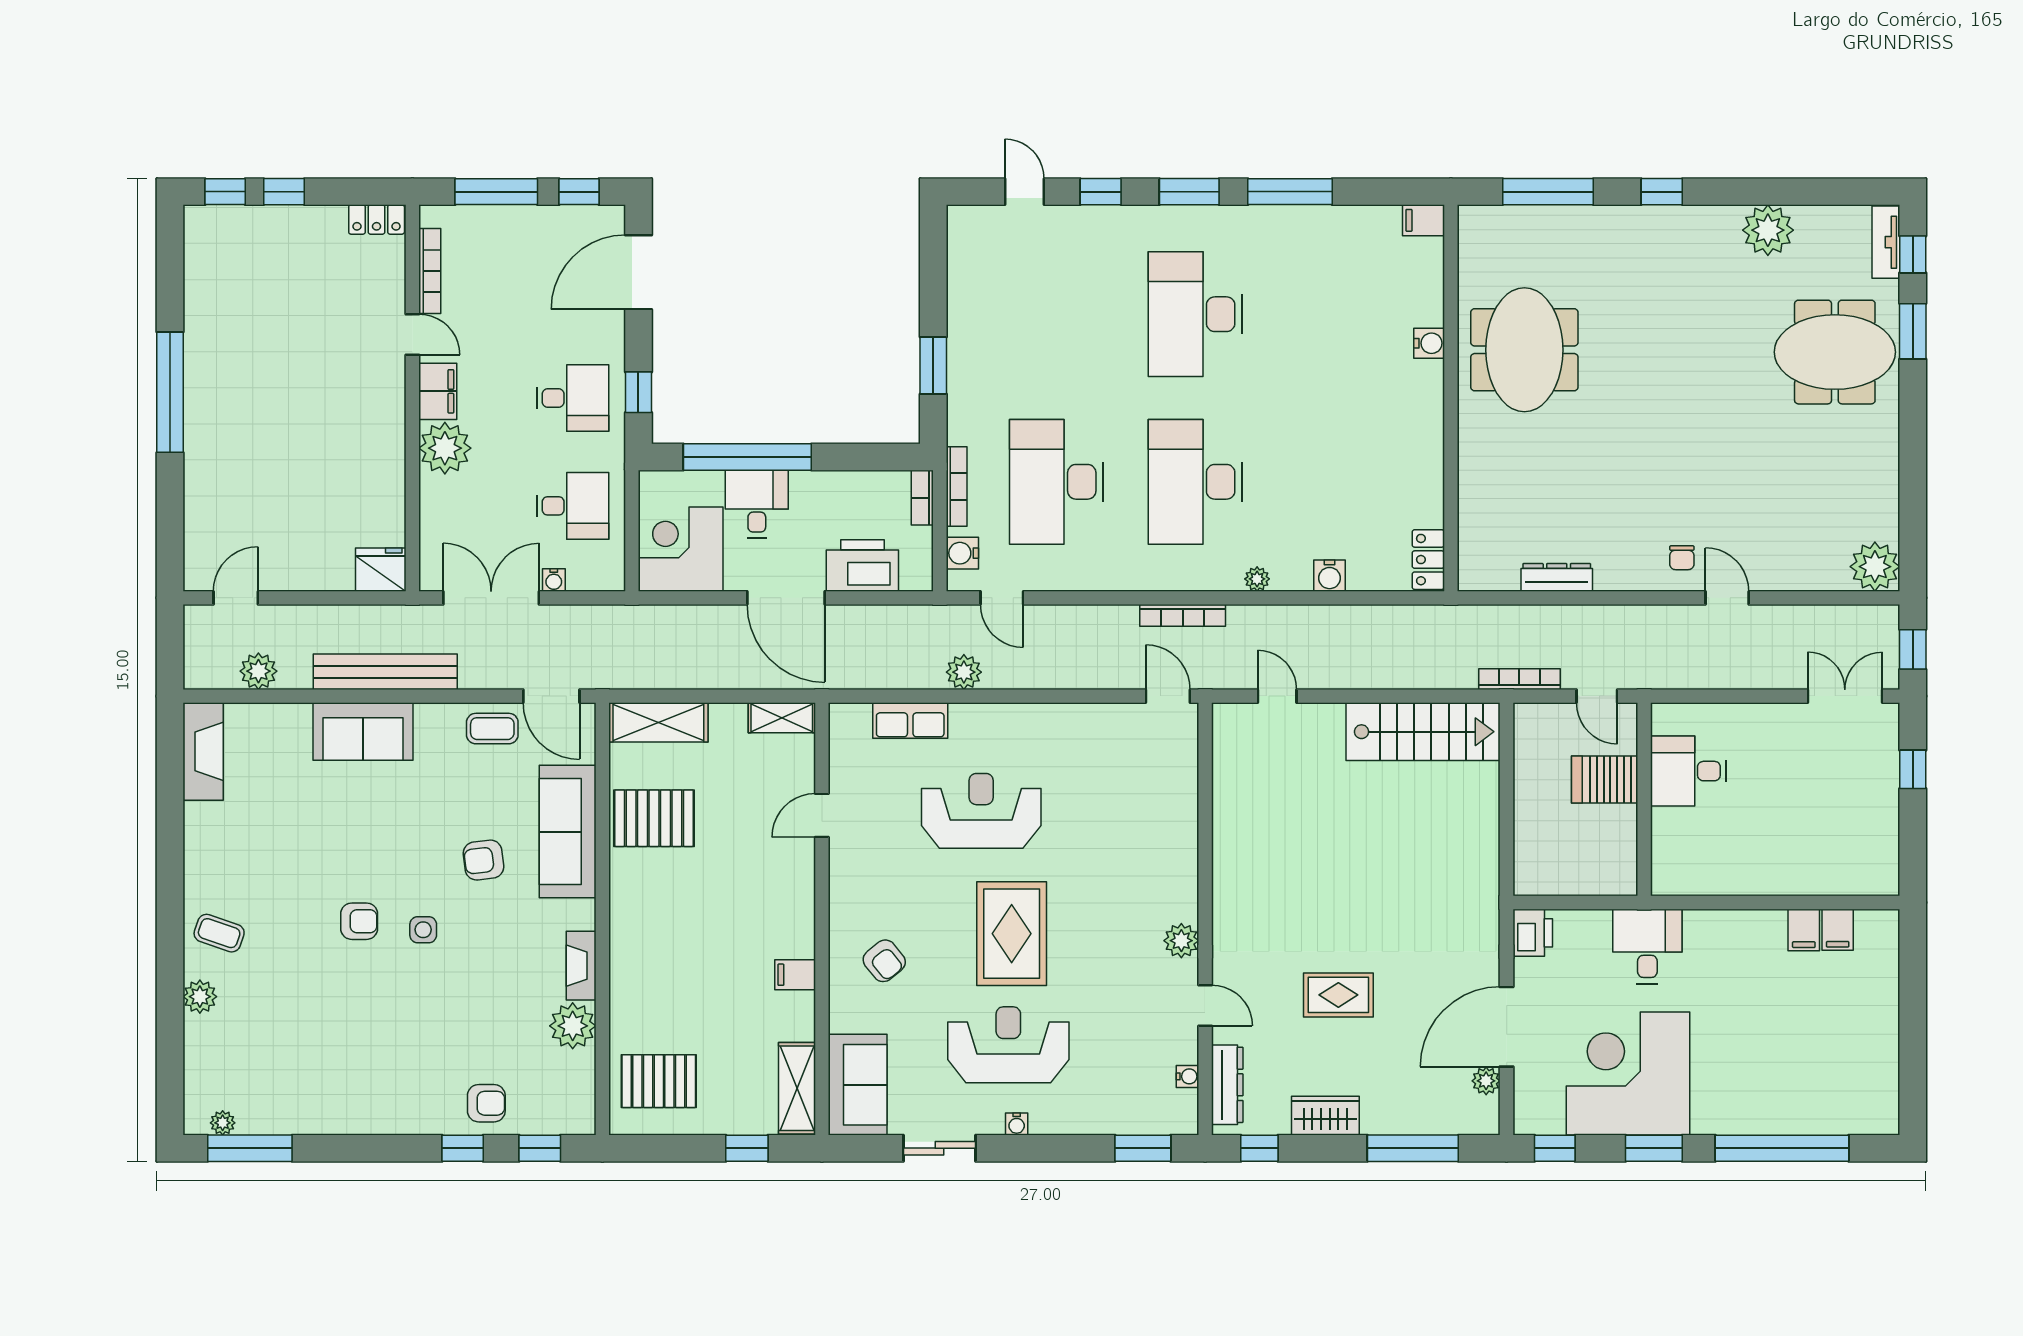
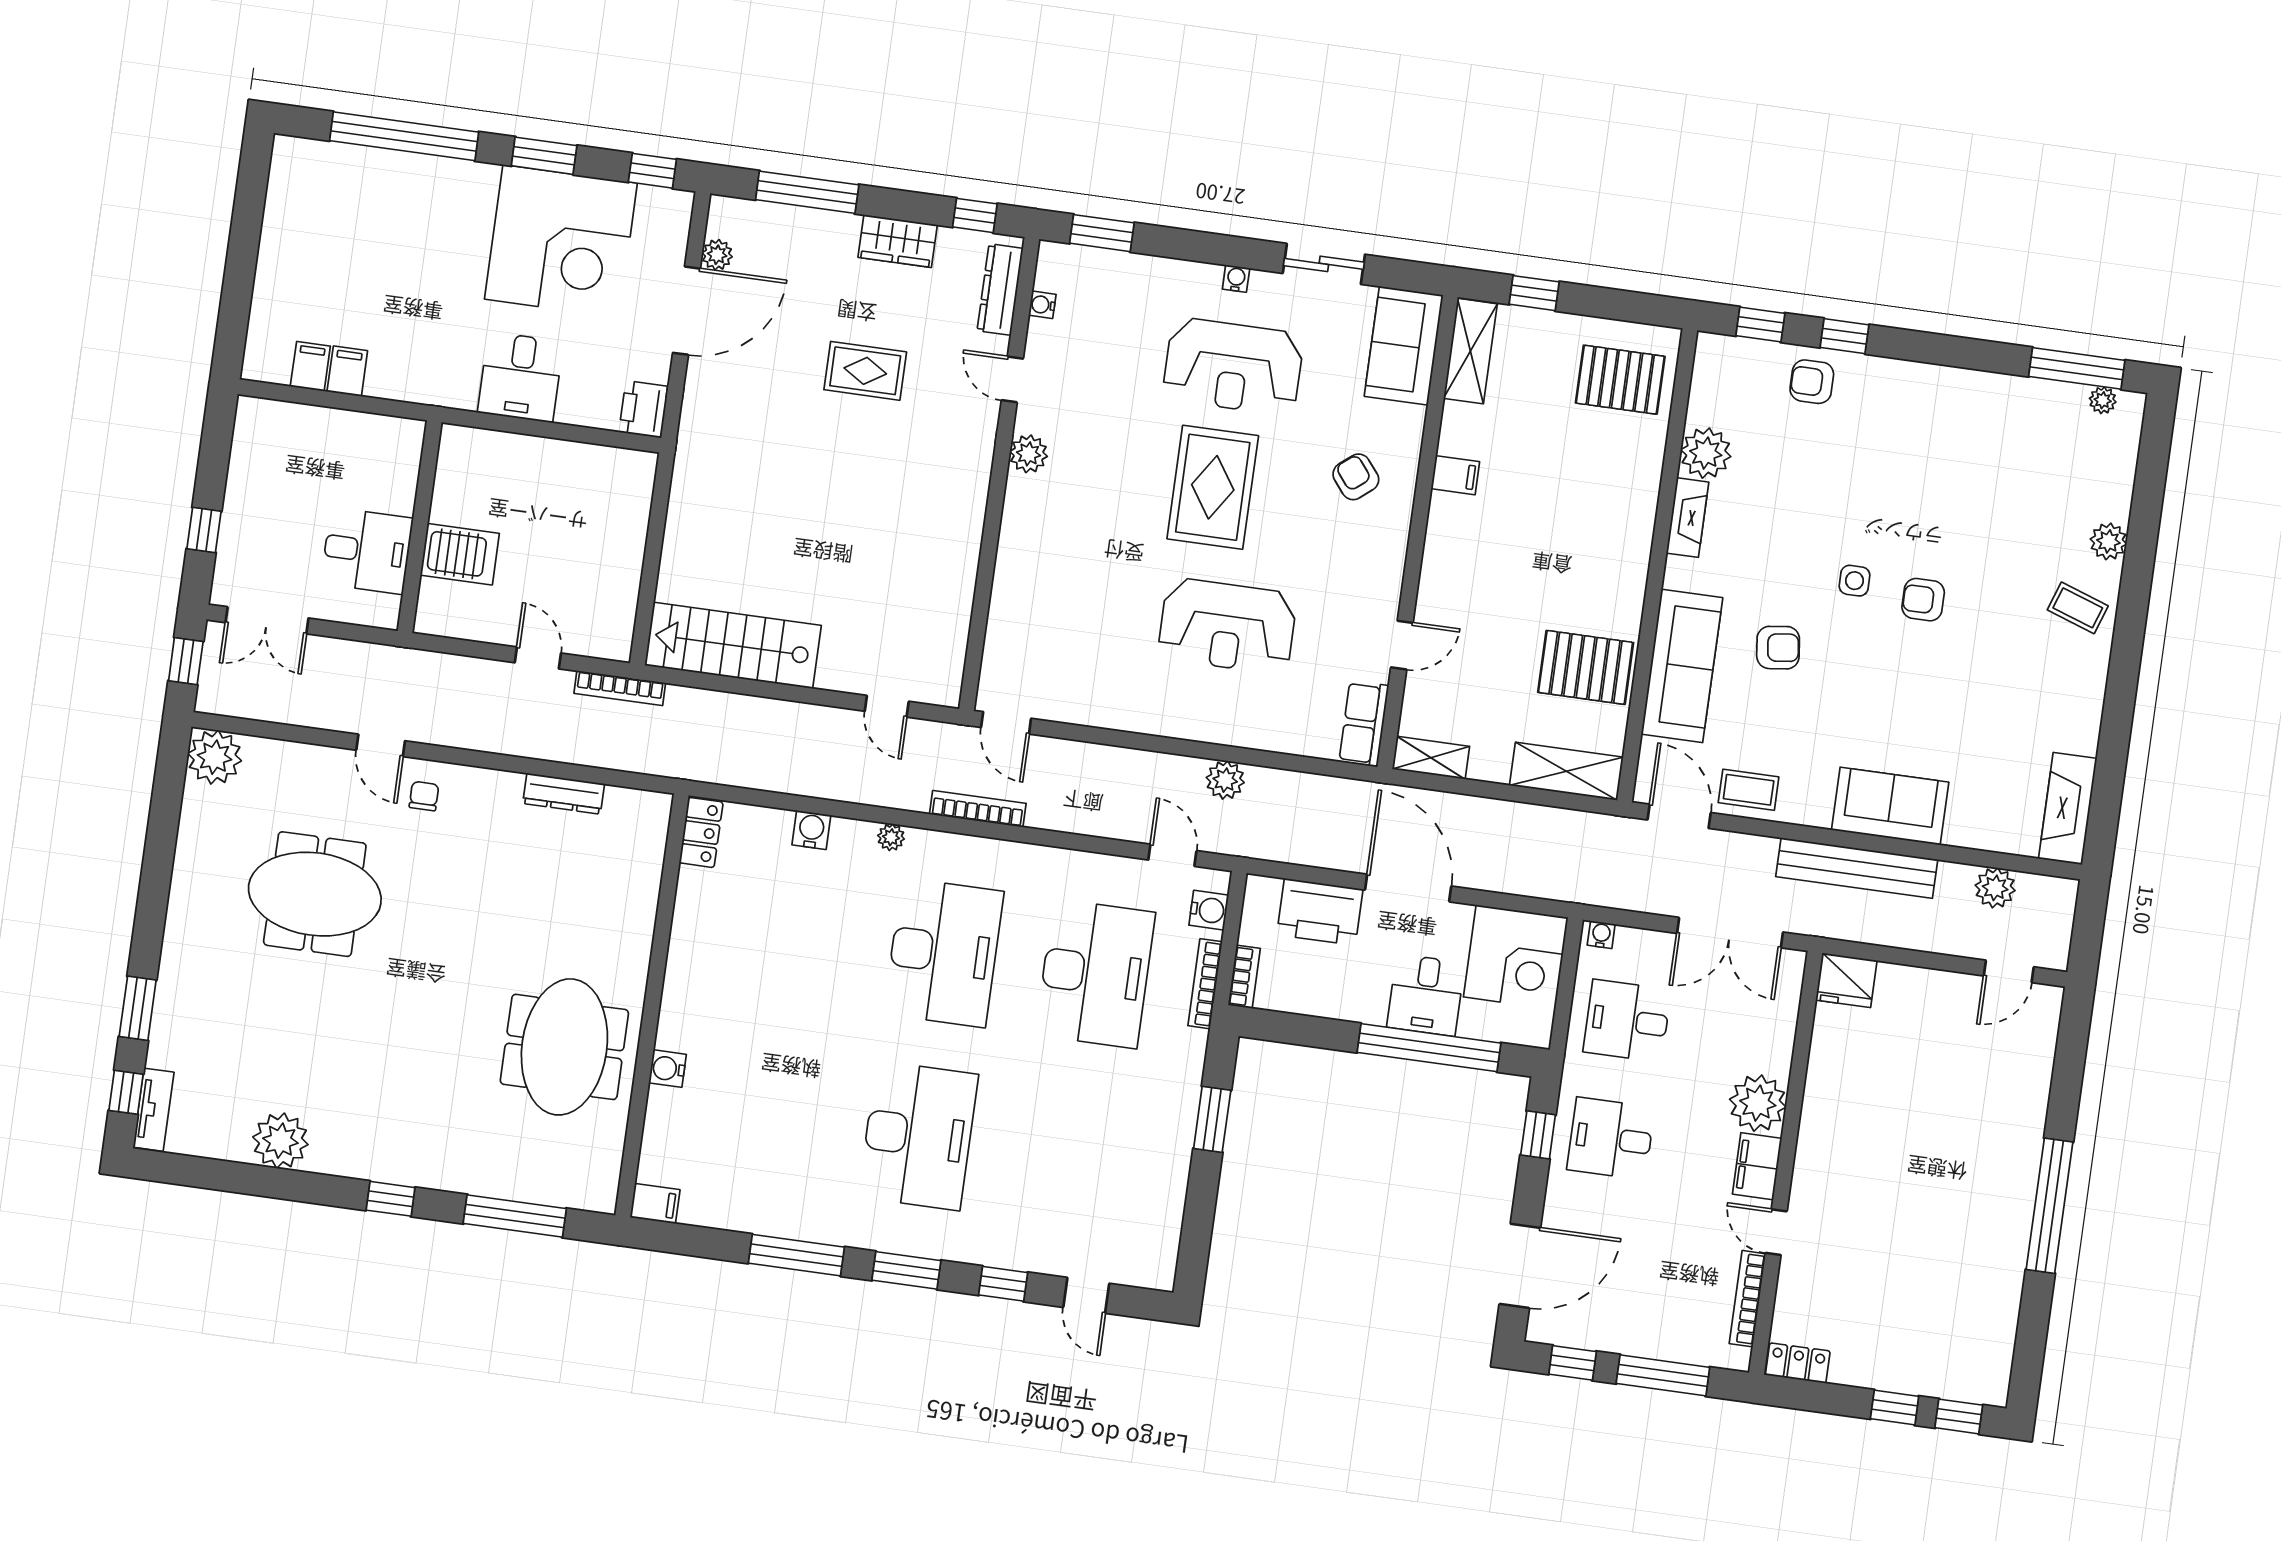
meeting table: (1835, 352) -> (315, 894), moved
water cooler: (554, 580) -> (1601, 935), moved
row of seats: (910, 721) -> (1364, 724), moved, turned -90
desk: (1688, 771) -> (367, 551), moved
server rack: (1605, 780) -> (460, 554), moved
wall: (1644, 799) -> (420, 527), moved

